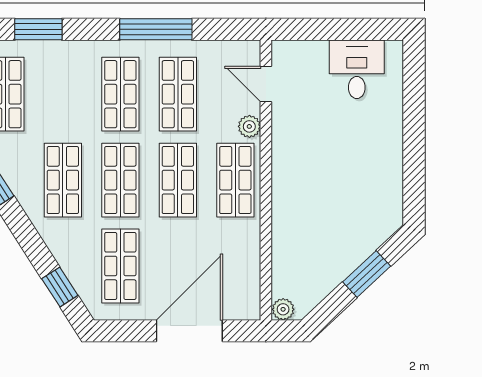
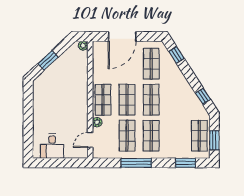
door: (266, 84) -> (90, 140), swing flipped
shop shelf: (63, 180) -> (175, 100), removed

